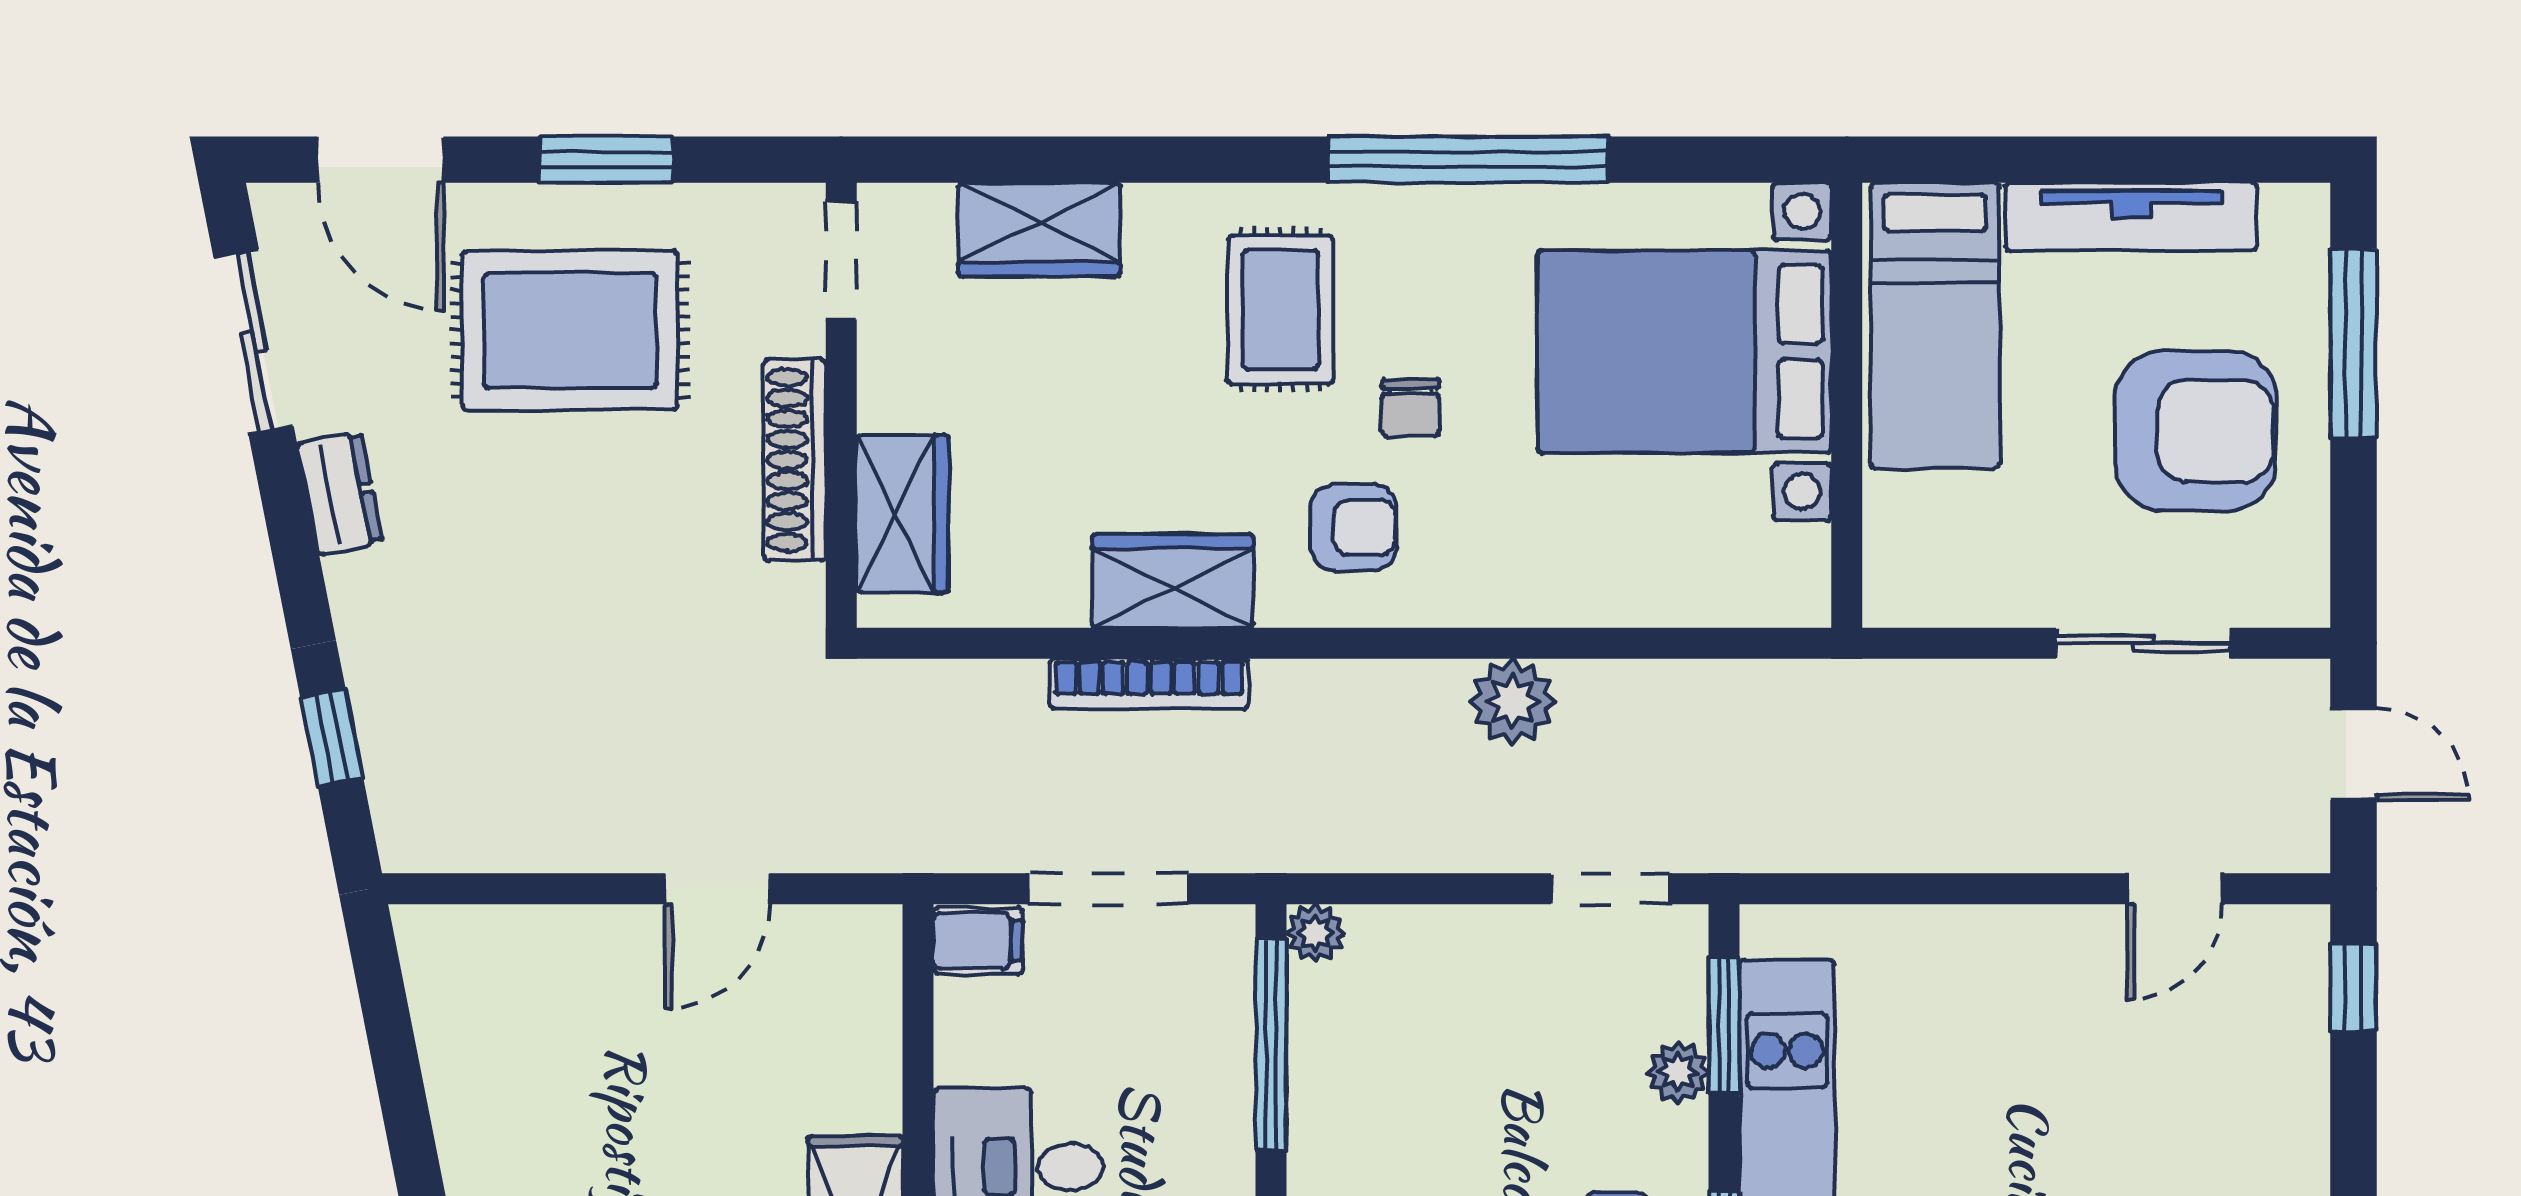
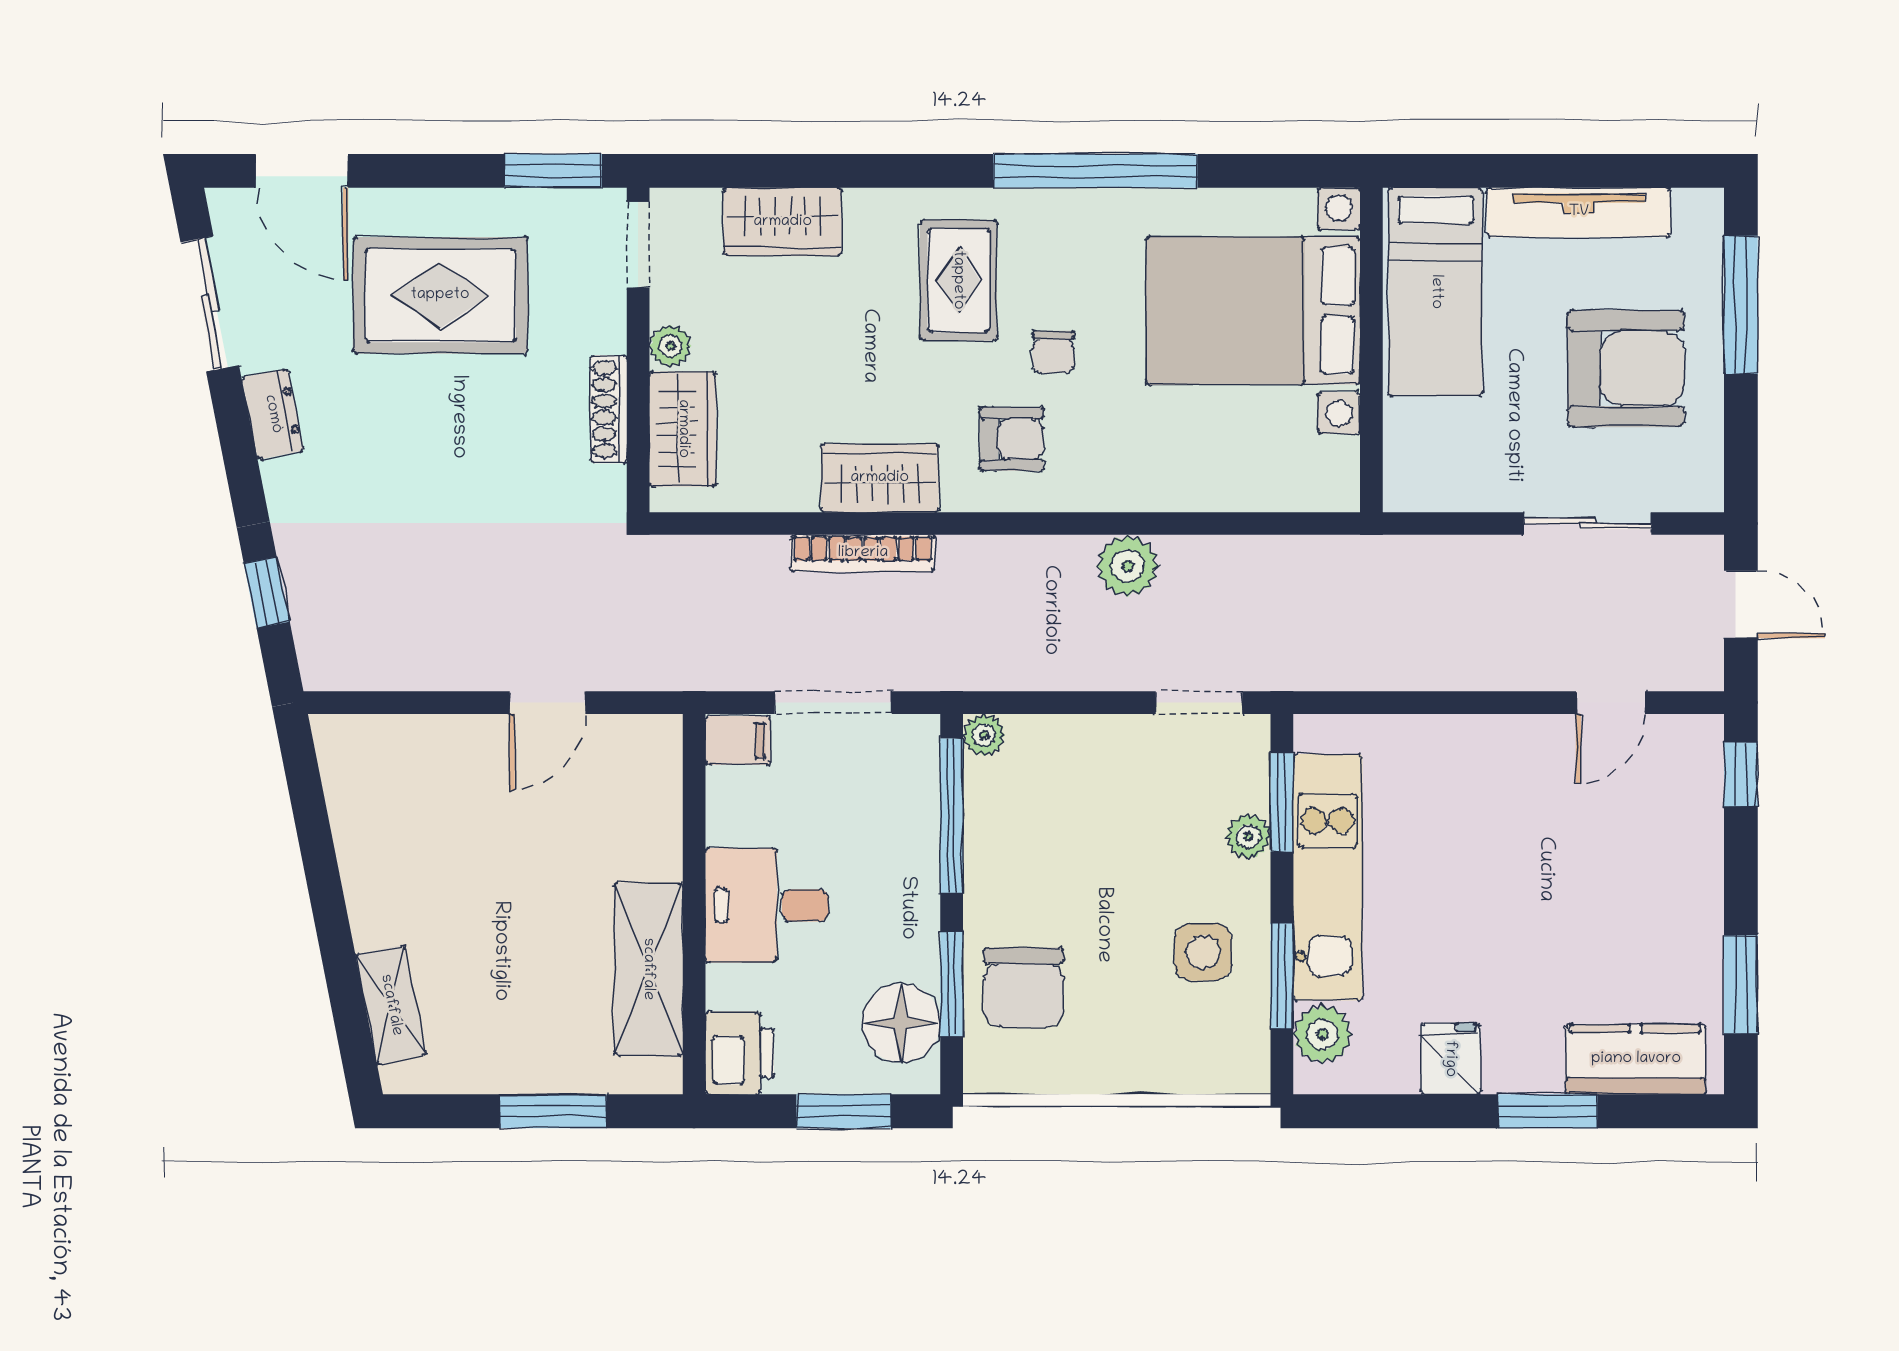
window: (606, 160) -> (553, 171), moved
plant: (885, 400) -> (670, 346), added
shoe rack: (795, 460) -> (609, 409), width x0.74, depth x0.81

